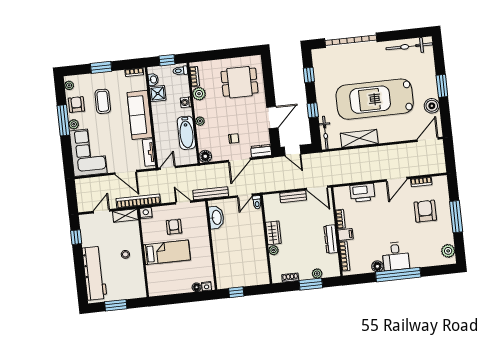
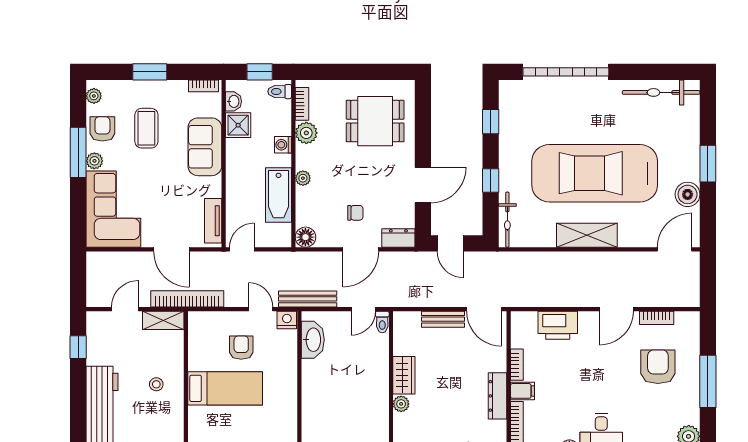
sofa: (140, 115) -> (205, 147), width x0.73
shelving: (359, 138) -> (587, 235), moved
nightstand: (146, 213) -> (287, 320), moved

